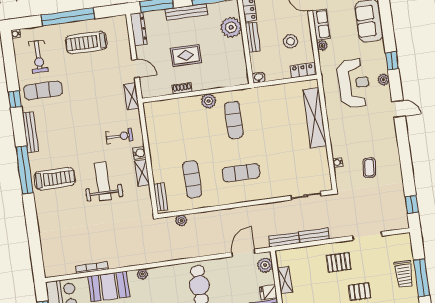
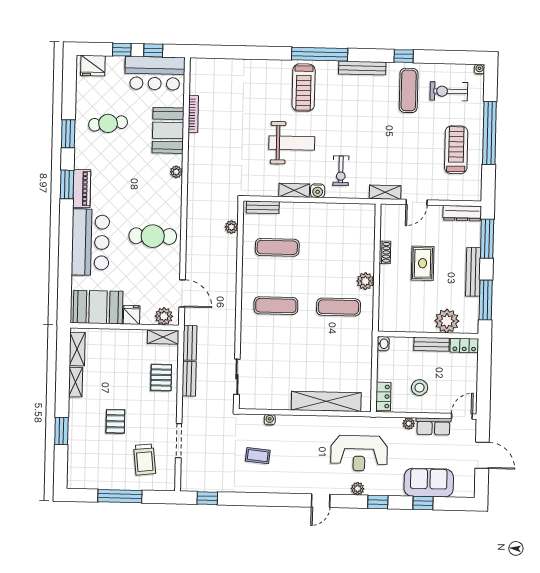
window: (387, 23) -> (423, 503), added
exercise mat: (241, 173) -> (276, 306), turned 90
pallet: (339, 262) -> (161, 377), moved
trolley: (404, 274) -> (145, 459), moved, turned -96
shelving: (285, 280) -> (163, 337), moved

